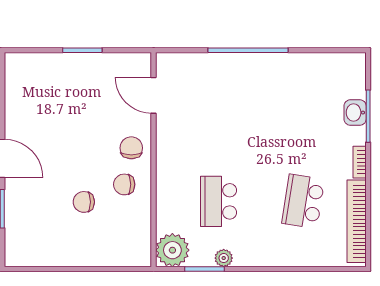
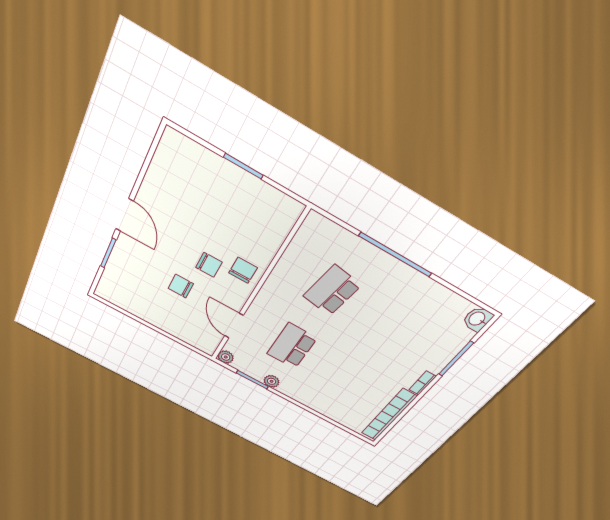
door: (154, 95) -> (234, 326), moved
washbasin: (355, 113) -> (477, 319), moved
chair: (124, 184) -> (209, 265), moved, turned 180
school desk: (303, 201) -> (332, 291), moved
plant: (172, 250) -> (226, 357), width x0.53, depth x0.53

